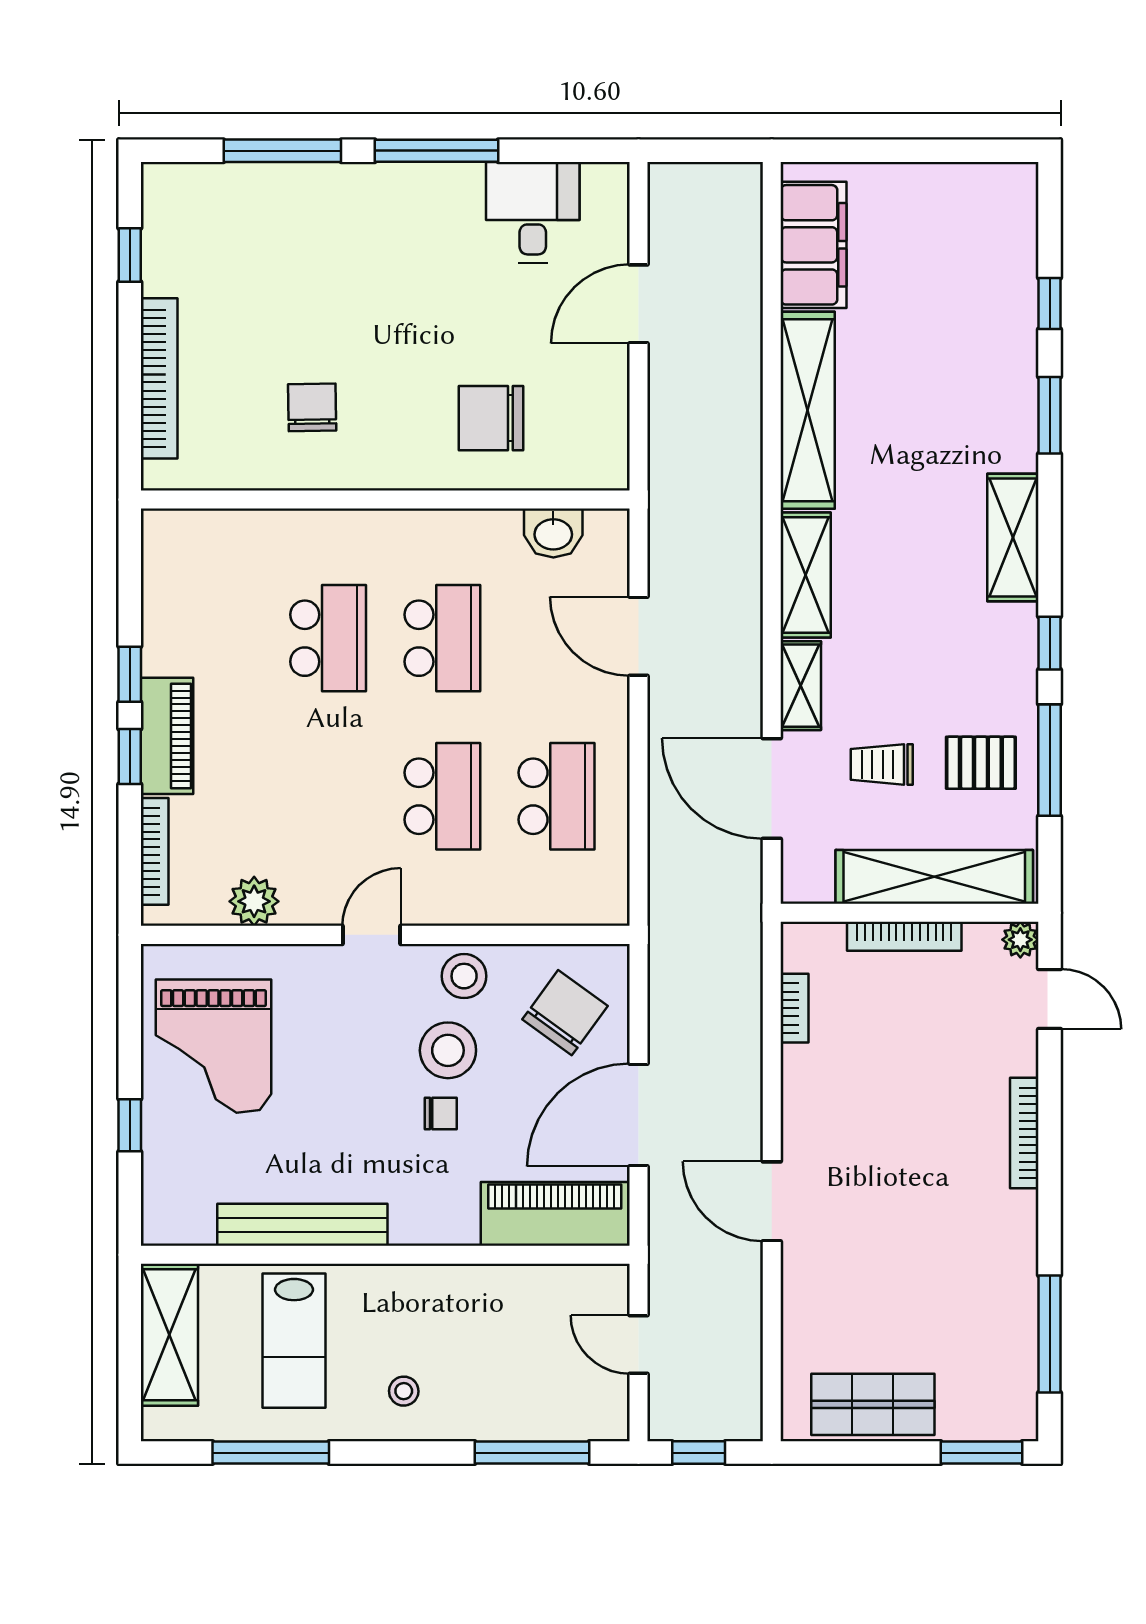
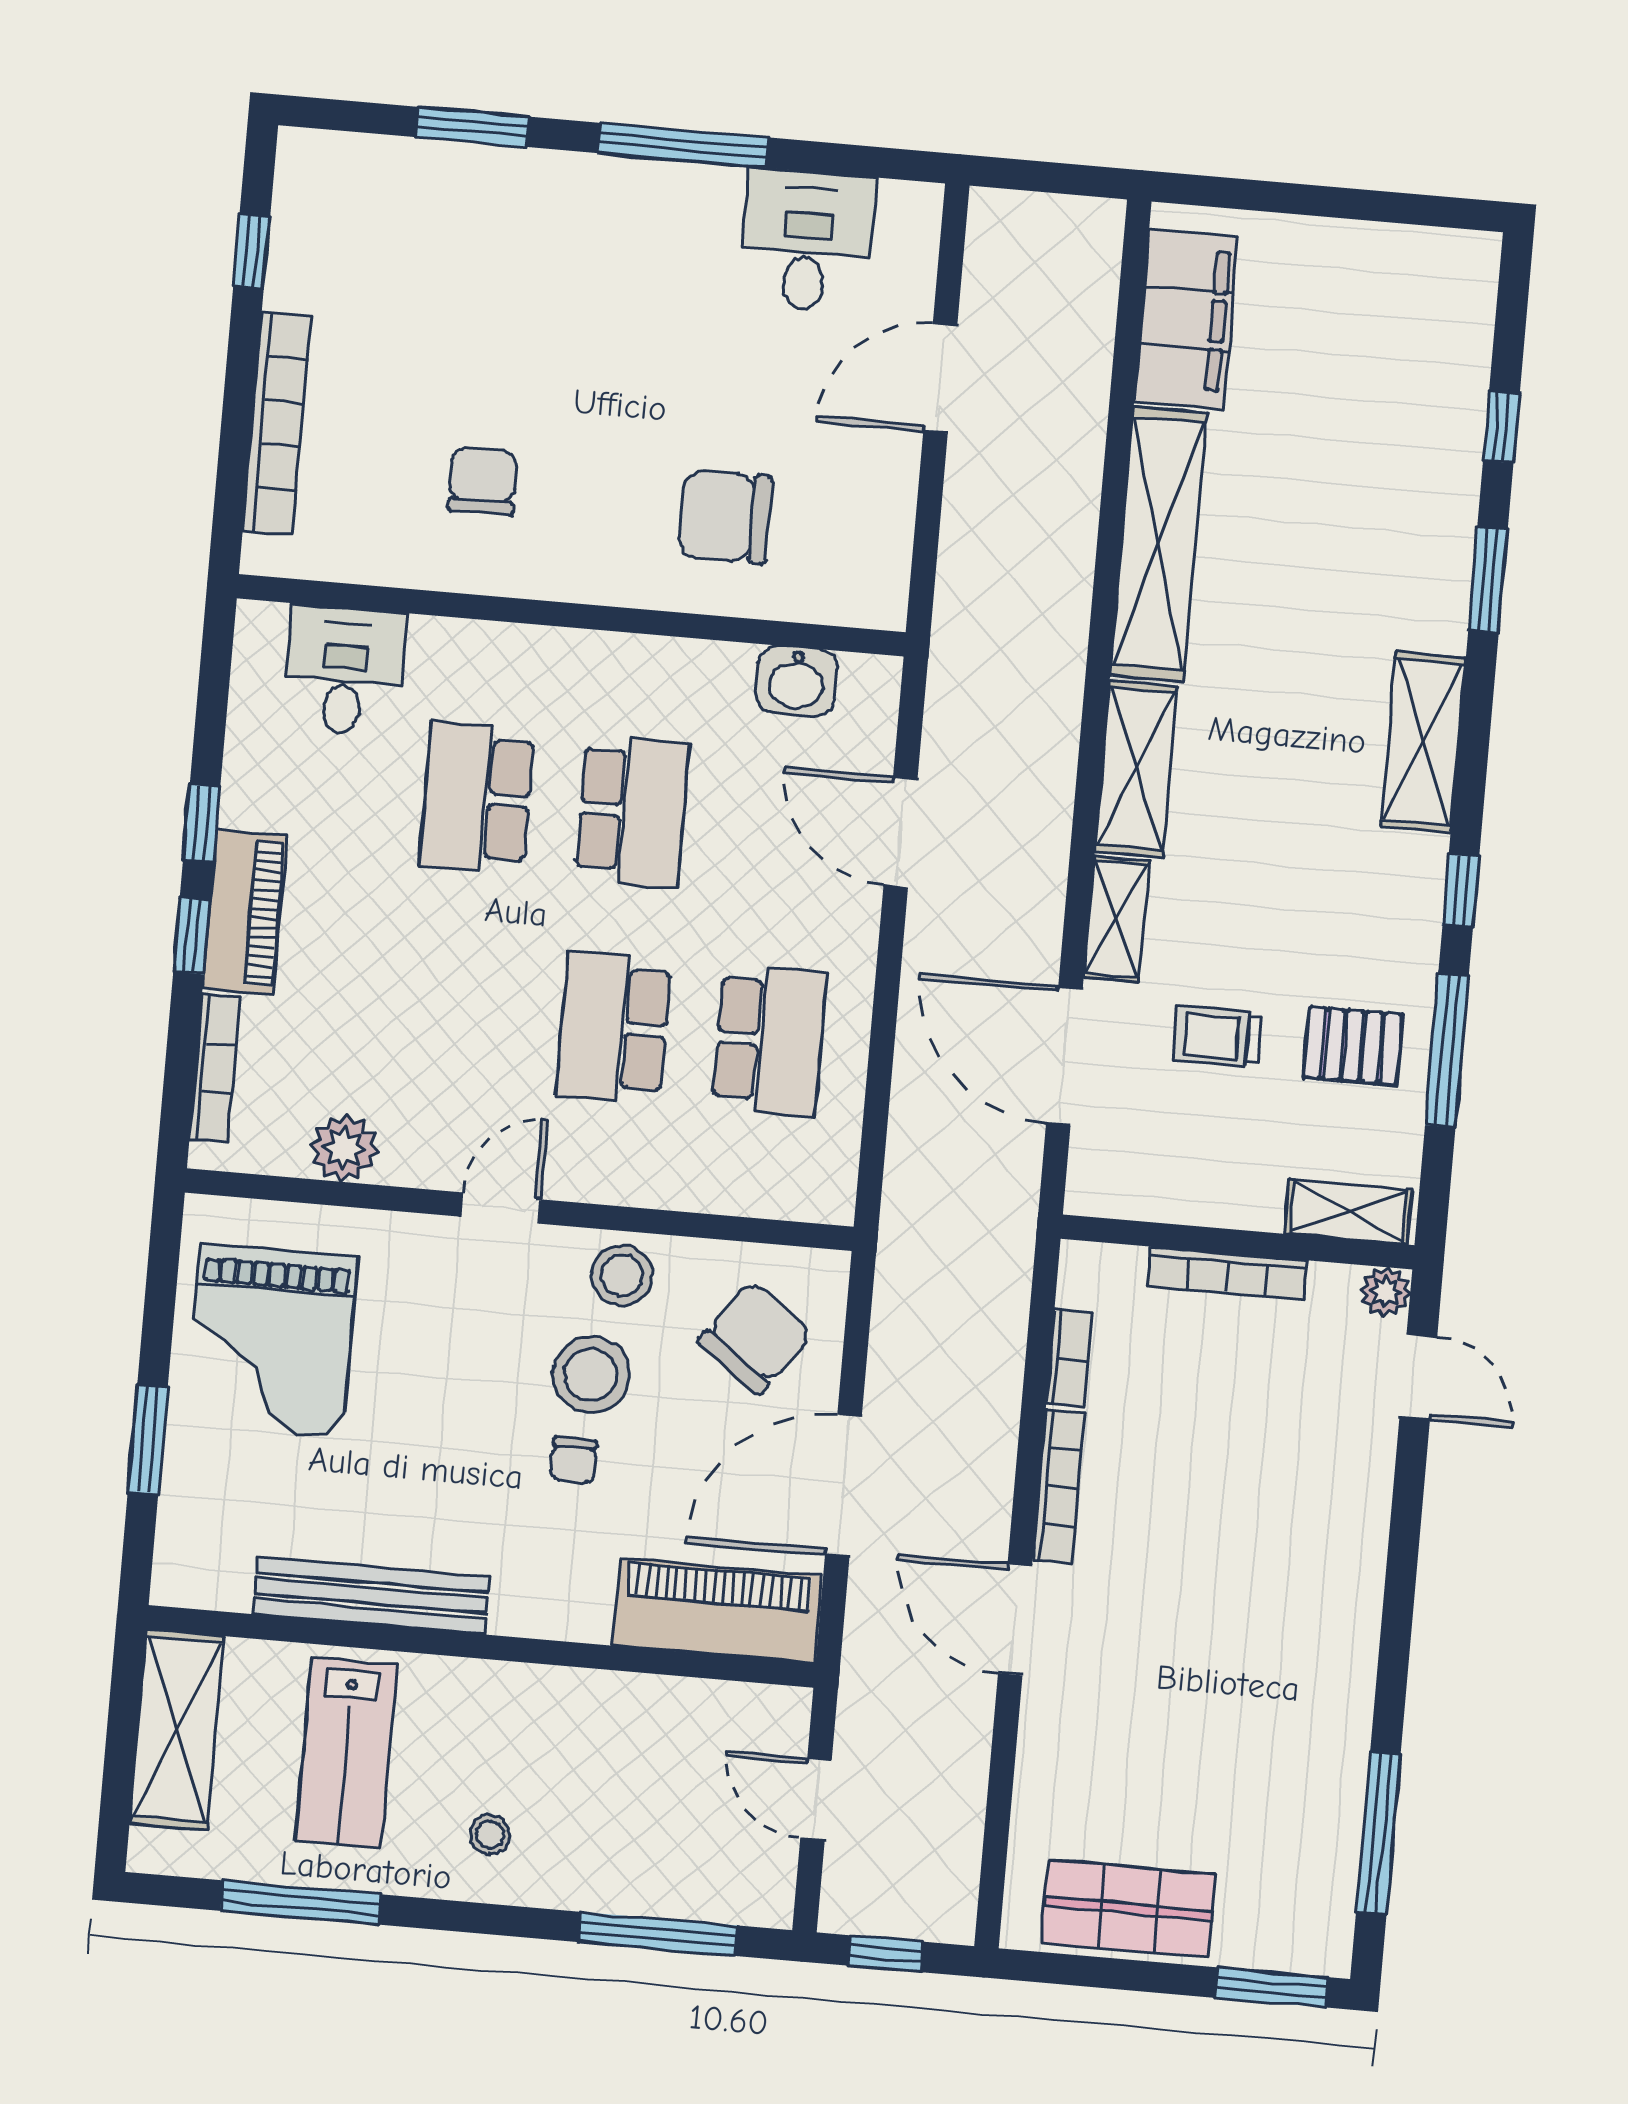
window: (282, 151) -> (472, 127), width x0.69
desk: (224, 554) -> (345, 671), added
school desk: (328, 638) -> (477, 798), turned 180
school desk: (442, 796) -> (614, 1027), turned 180
shelving: (934, 877) -> (1348, 1212), width x0.45, depth x0.75
chair: (441, 1114) -> (574, 1460), turned 90
window: (130, 1125) -> (148, 1439), width x1.50
bookcase: (1024, 1133) -> (1058, 1486), moved, turned 180

